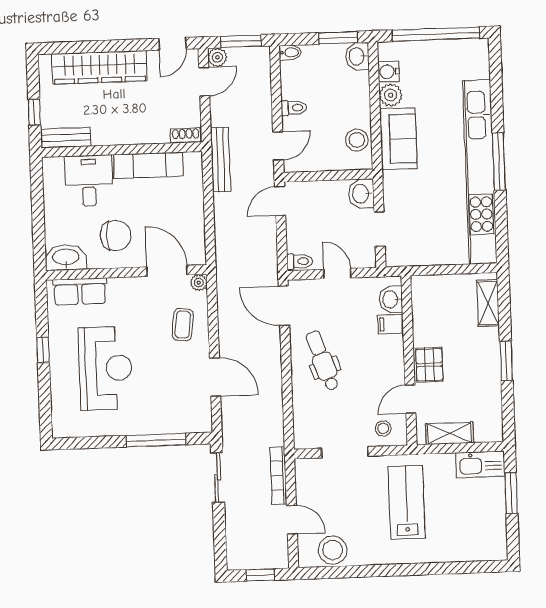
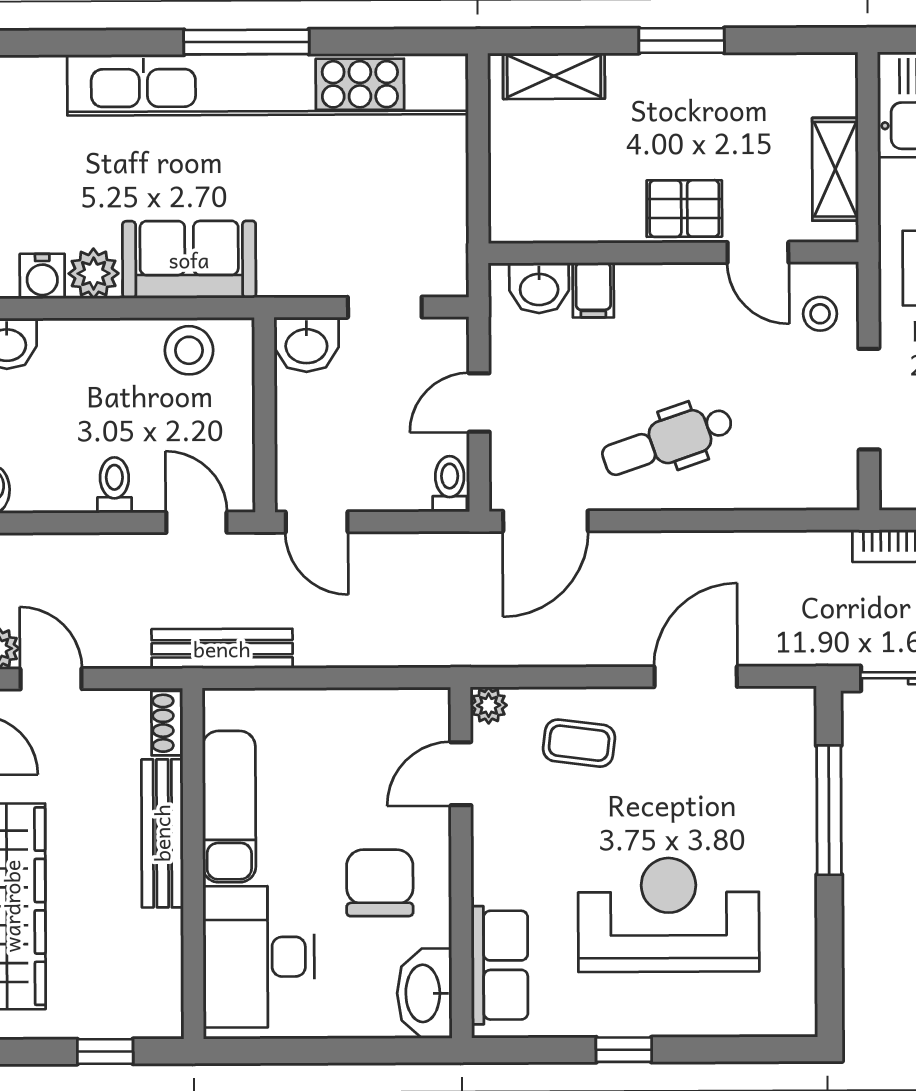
bench: (66, 138) -> (162, 833), moved, width x1.36
desk: (89, 181) -> (259, 957), width x1.37
door: (167, 271) -> (461, 774), width x0.73

